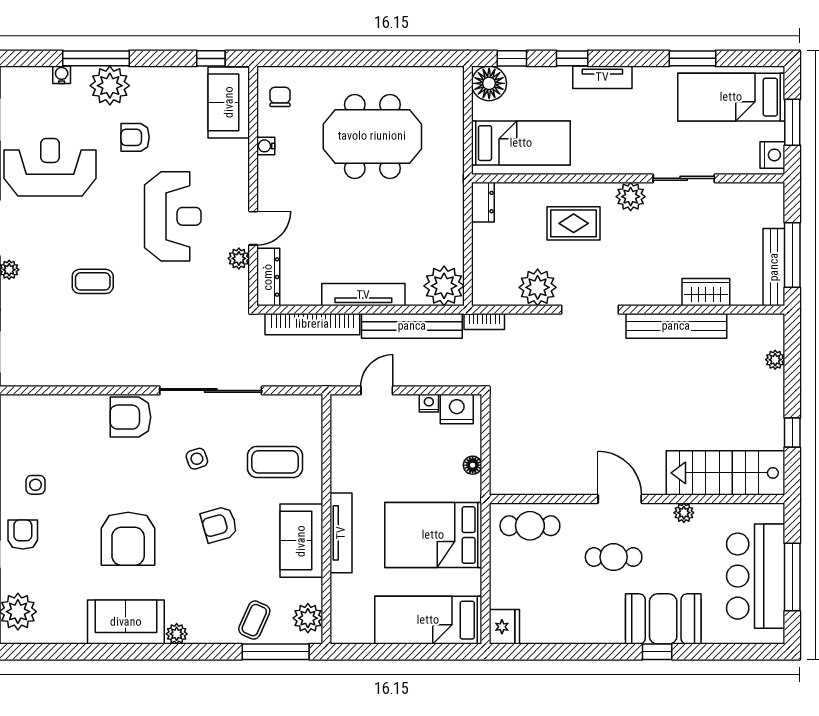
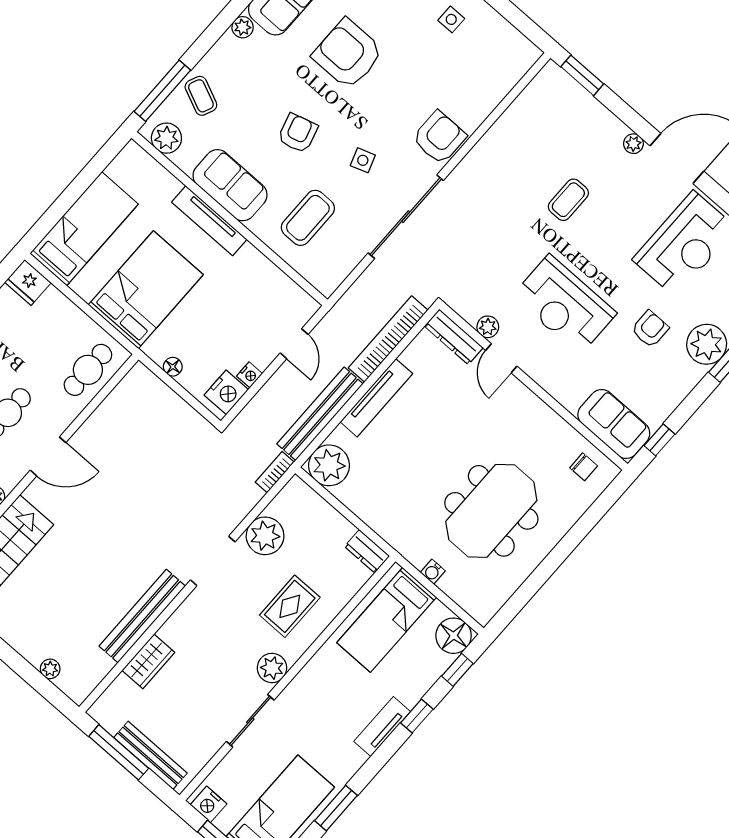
water cooler: (266, 146) -> (433, 572), moved, turned 180
bench: (774, 267) -> (151, 755), moved

